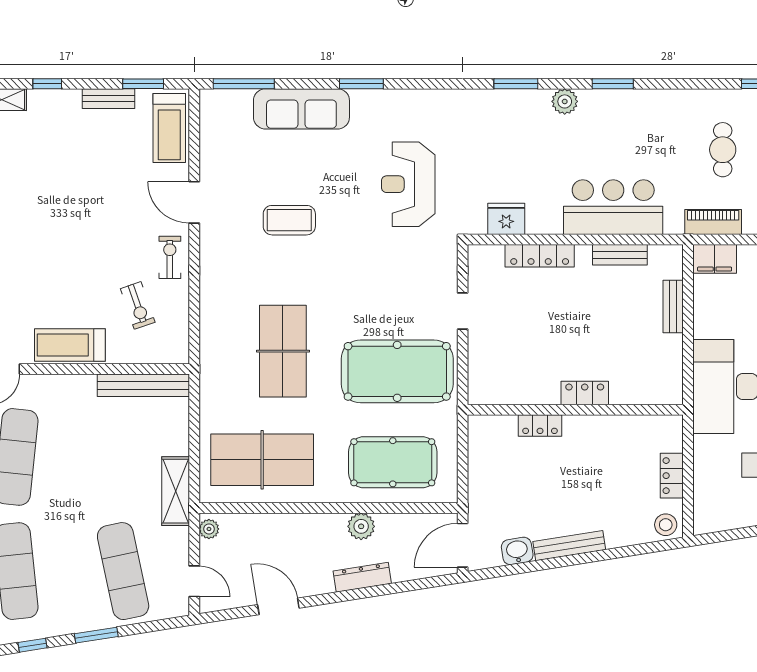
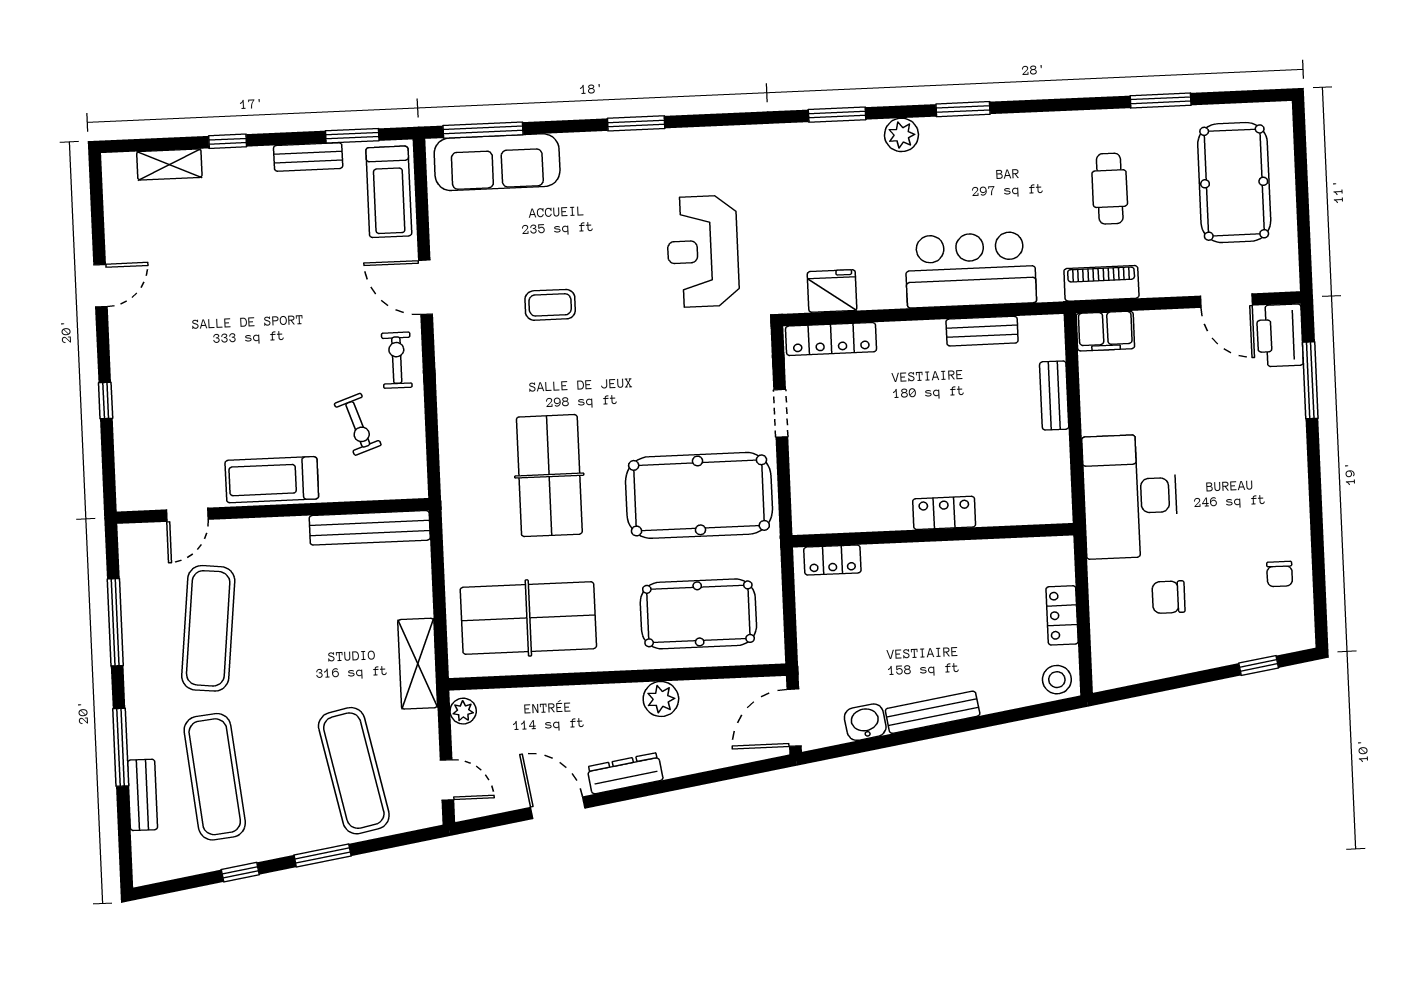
sofa: (301, 109) -> (497, 162), moved
coffee table: (289, 220) -> (550, 305), width x0.73, depth x0.77
locker: (540, 256) -> (831, 339), moved
locker: (540, 425) -> (832, 560), moved
dresser: (362, 577) -> (625, 773), moved

